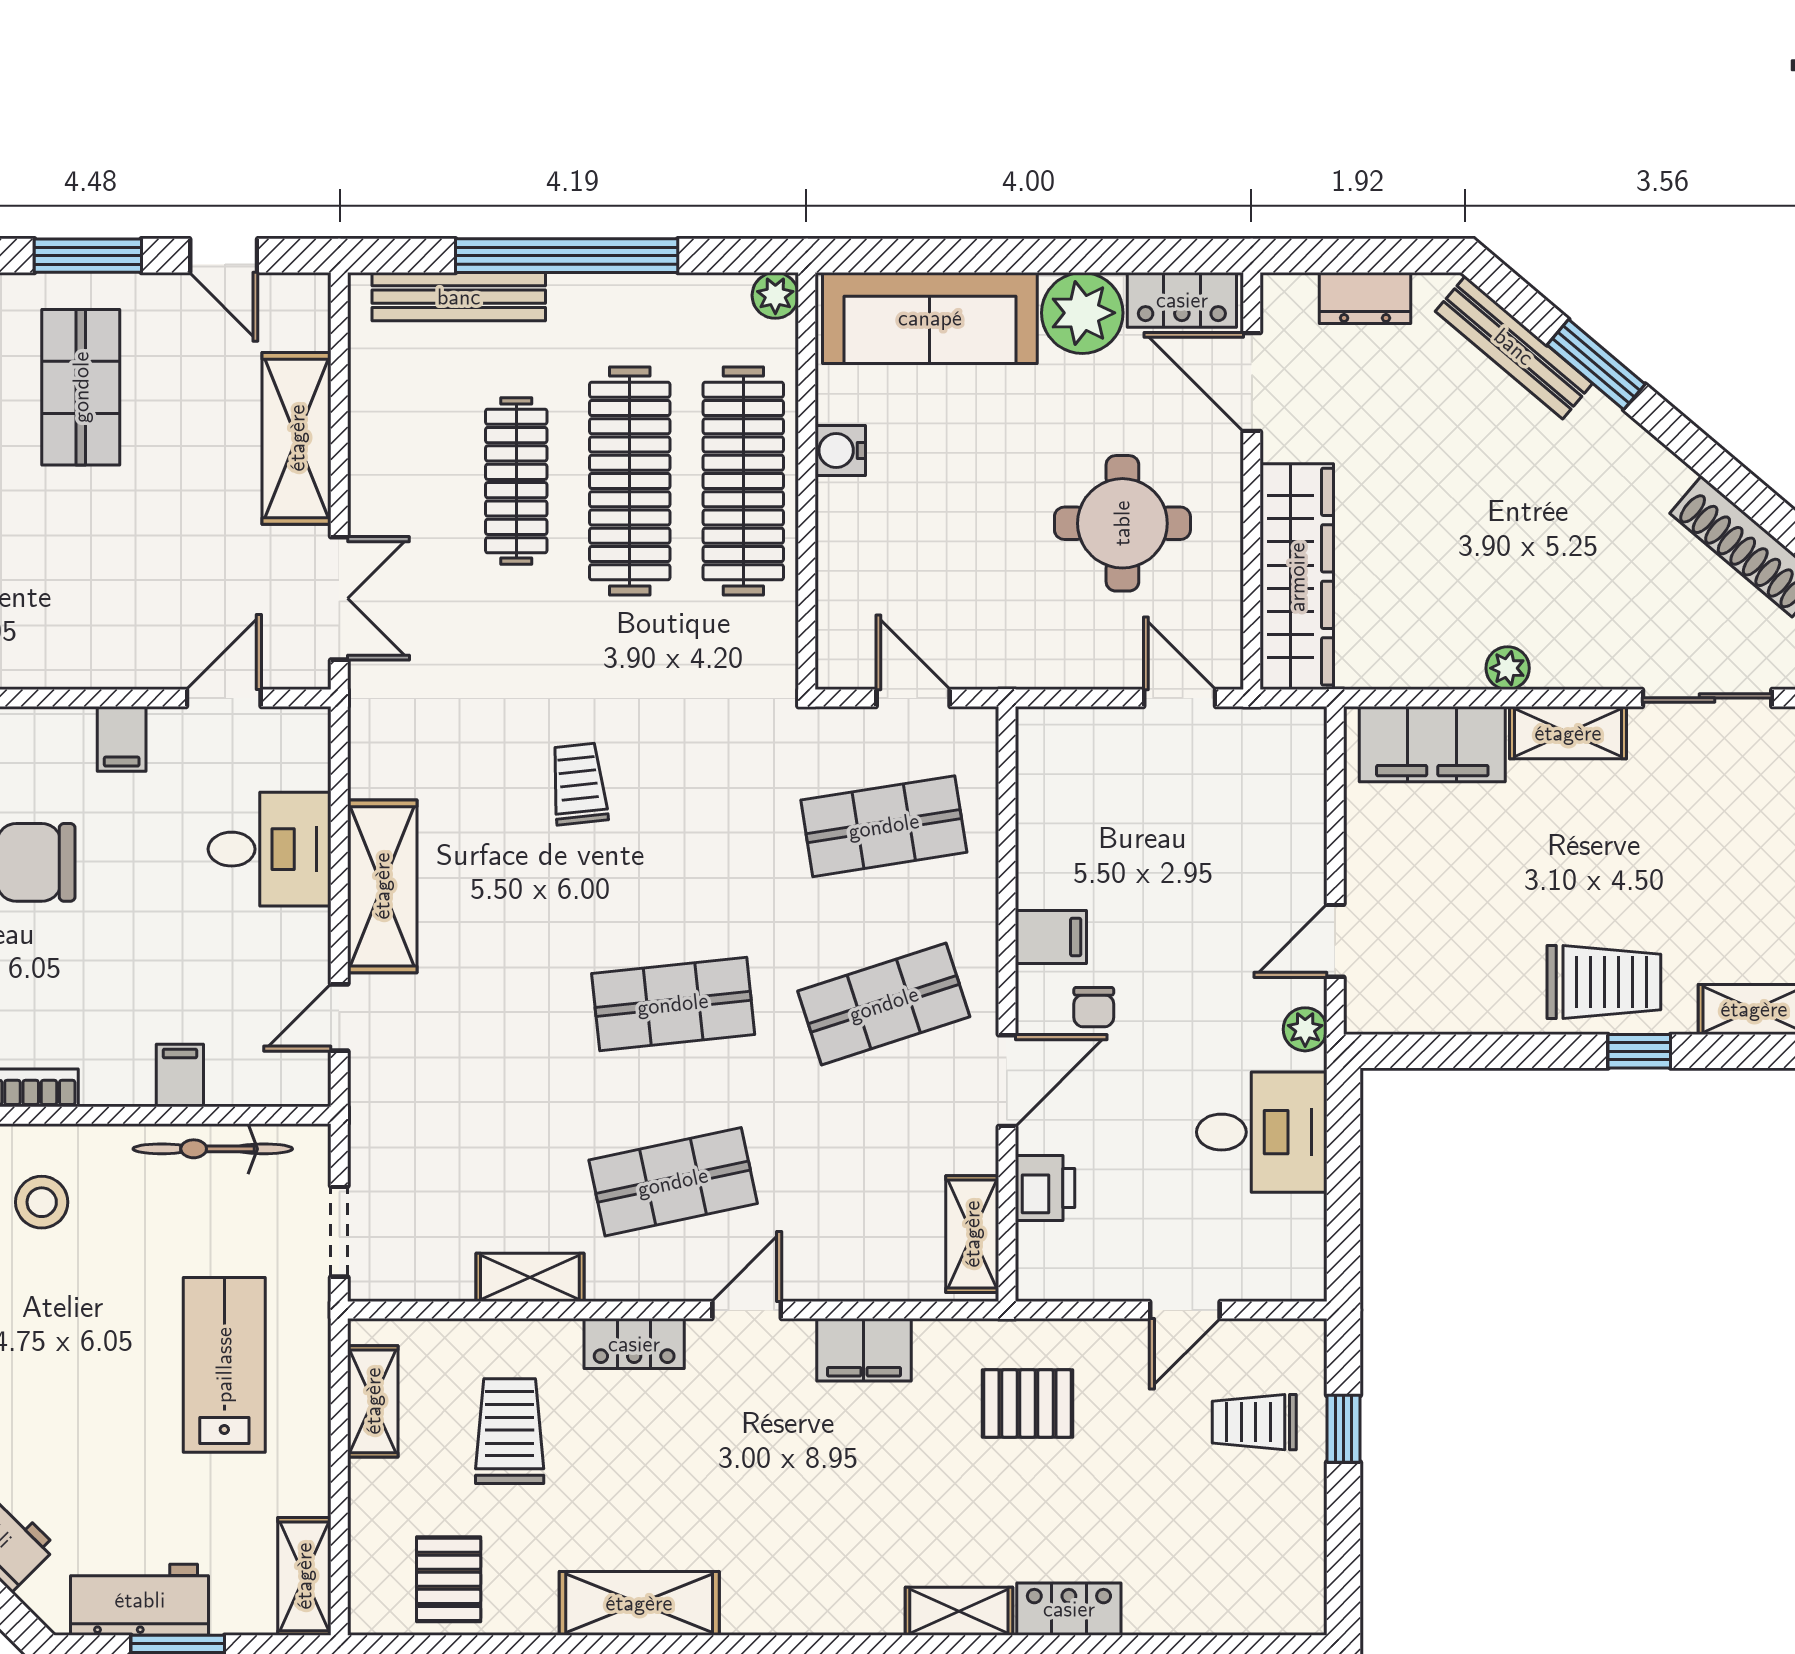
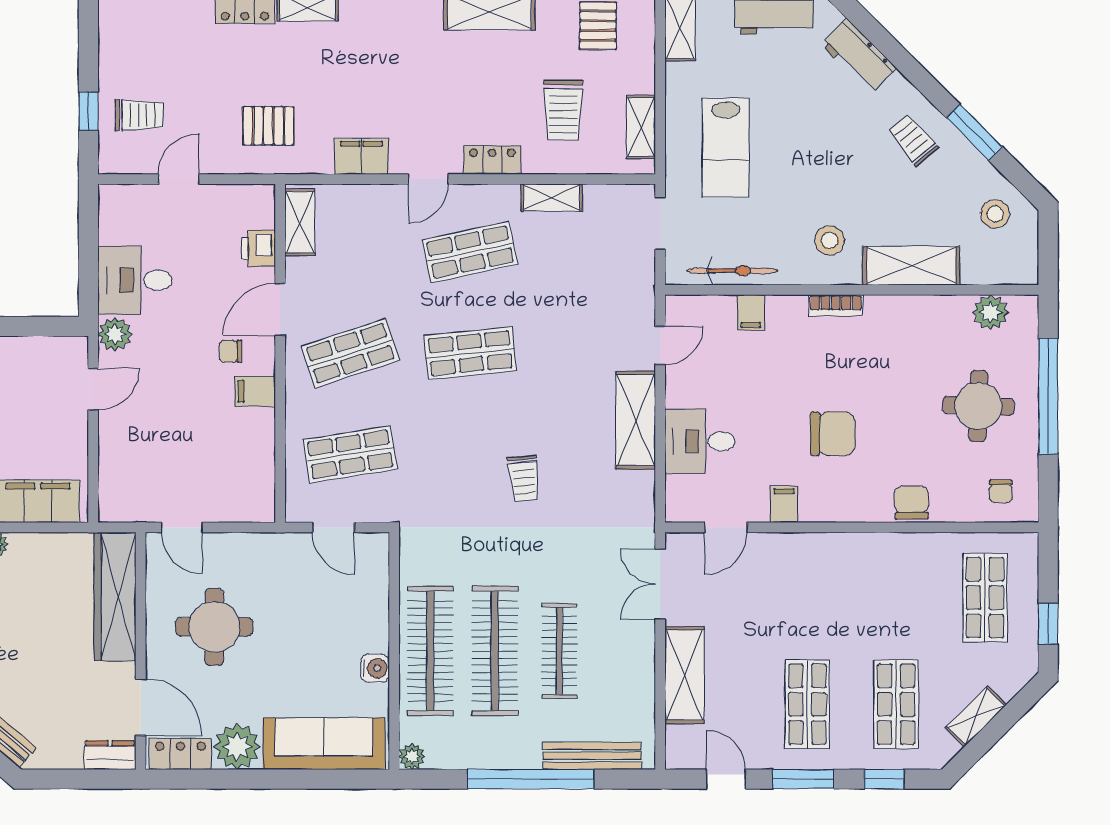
dresser: (1365, 298) -> (110, 755), moved
chair: (1094, 1007) -> (231, 351), turned -90
plant: (1305, 1029) -> (115, 334), width x1.38, depth x1.38

